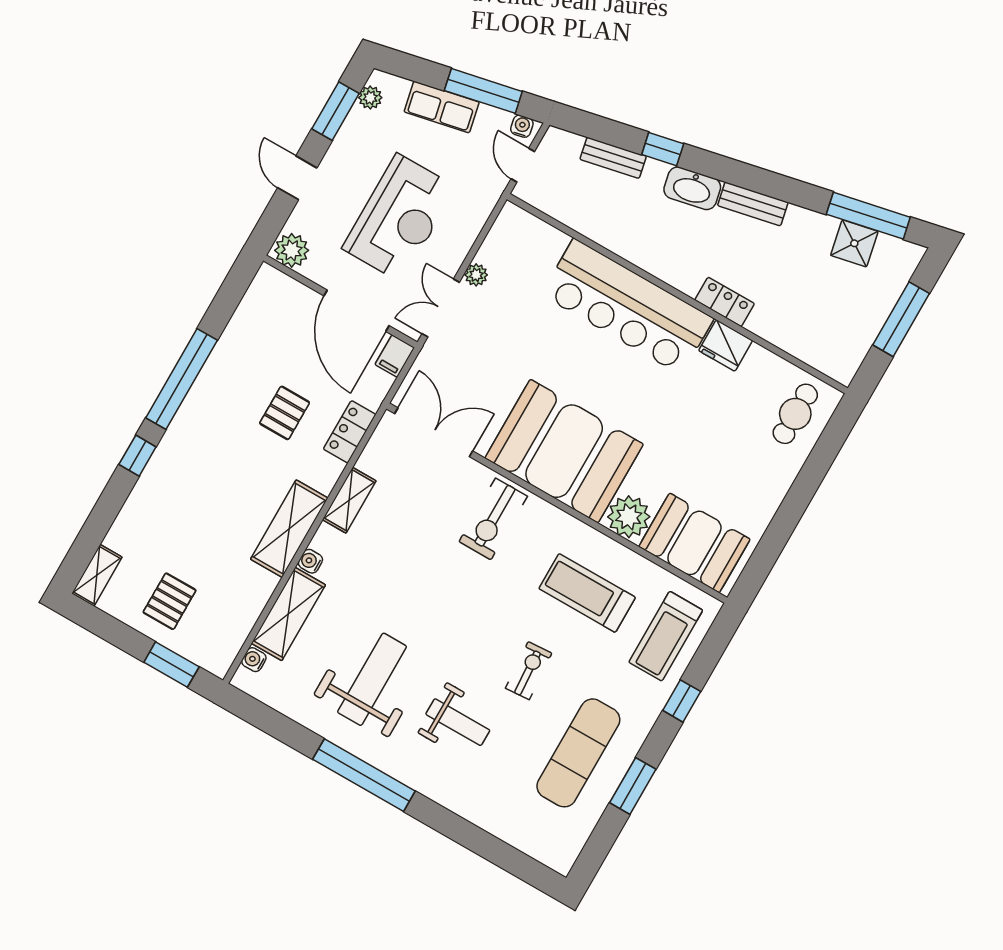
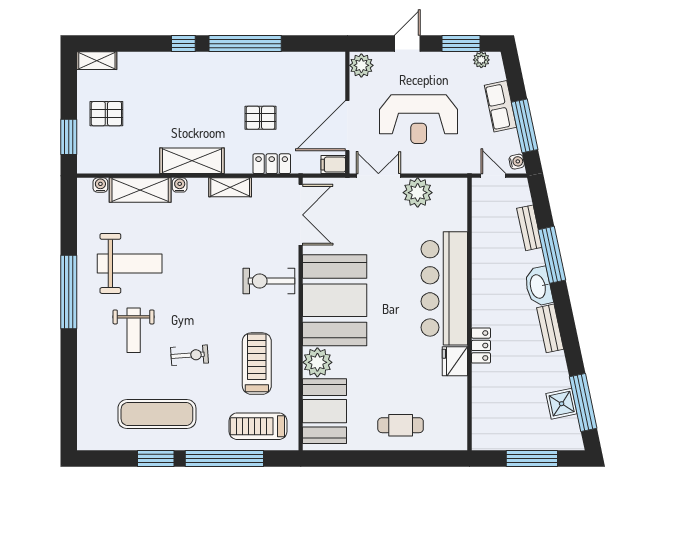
window: (663, 149) -> (552, 255), width x2.17
door: (523, 165) -> (493, 176), hinge flipped
plant: (476, 275) -> (418, 193), width x1.88, depth x1.88
cafe table: (795, 414) -> (401, 425), moved
window: (682, 701) -> (224, 458), width x3.17

